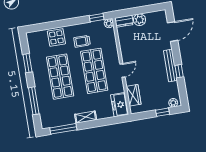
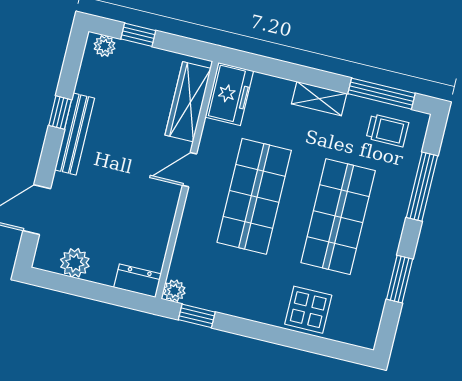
plant: (140, 20) -> (75, 263), moved
trolley: (82, 41) -> (387, 130), moved
wardrobe: (134, 95) -> (188, 102), width x1.50

